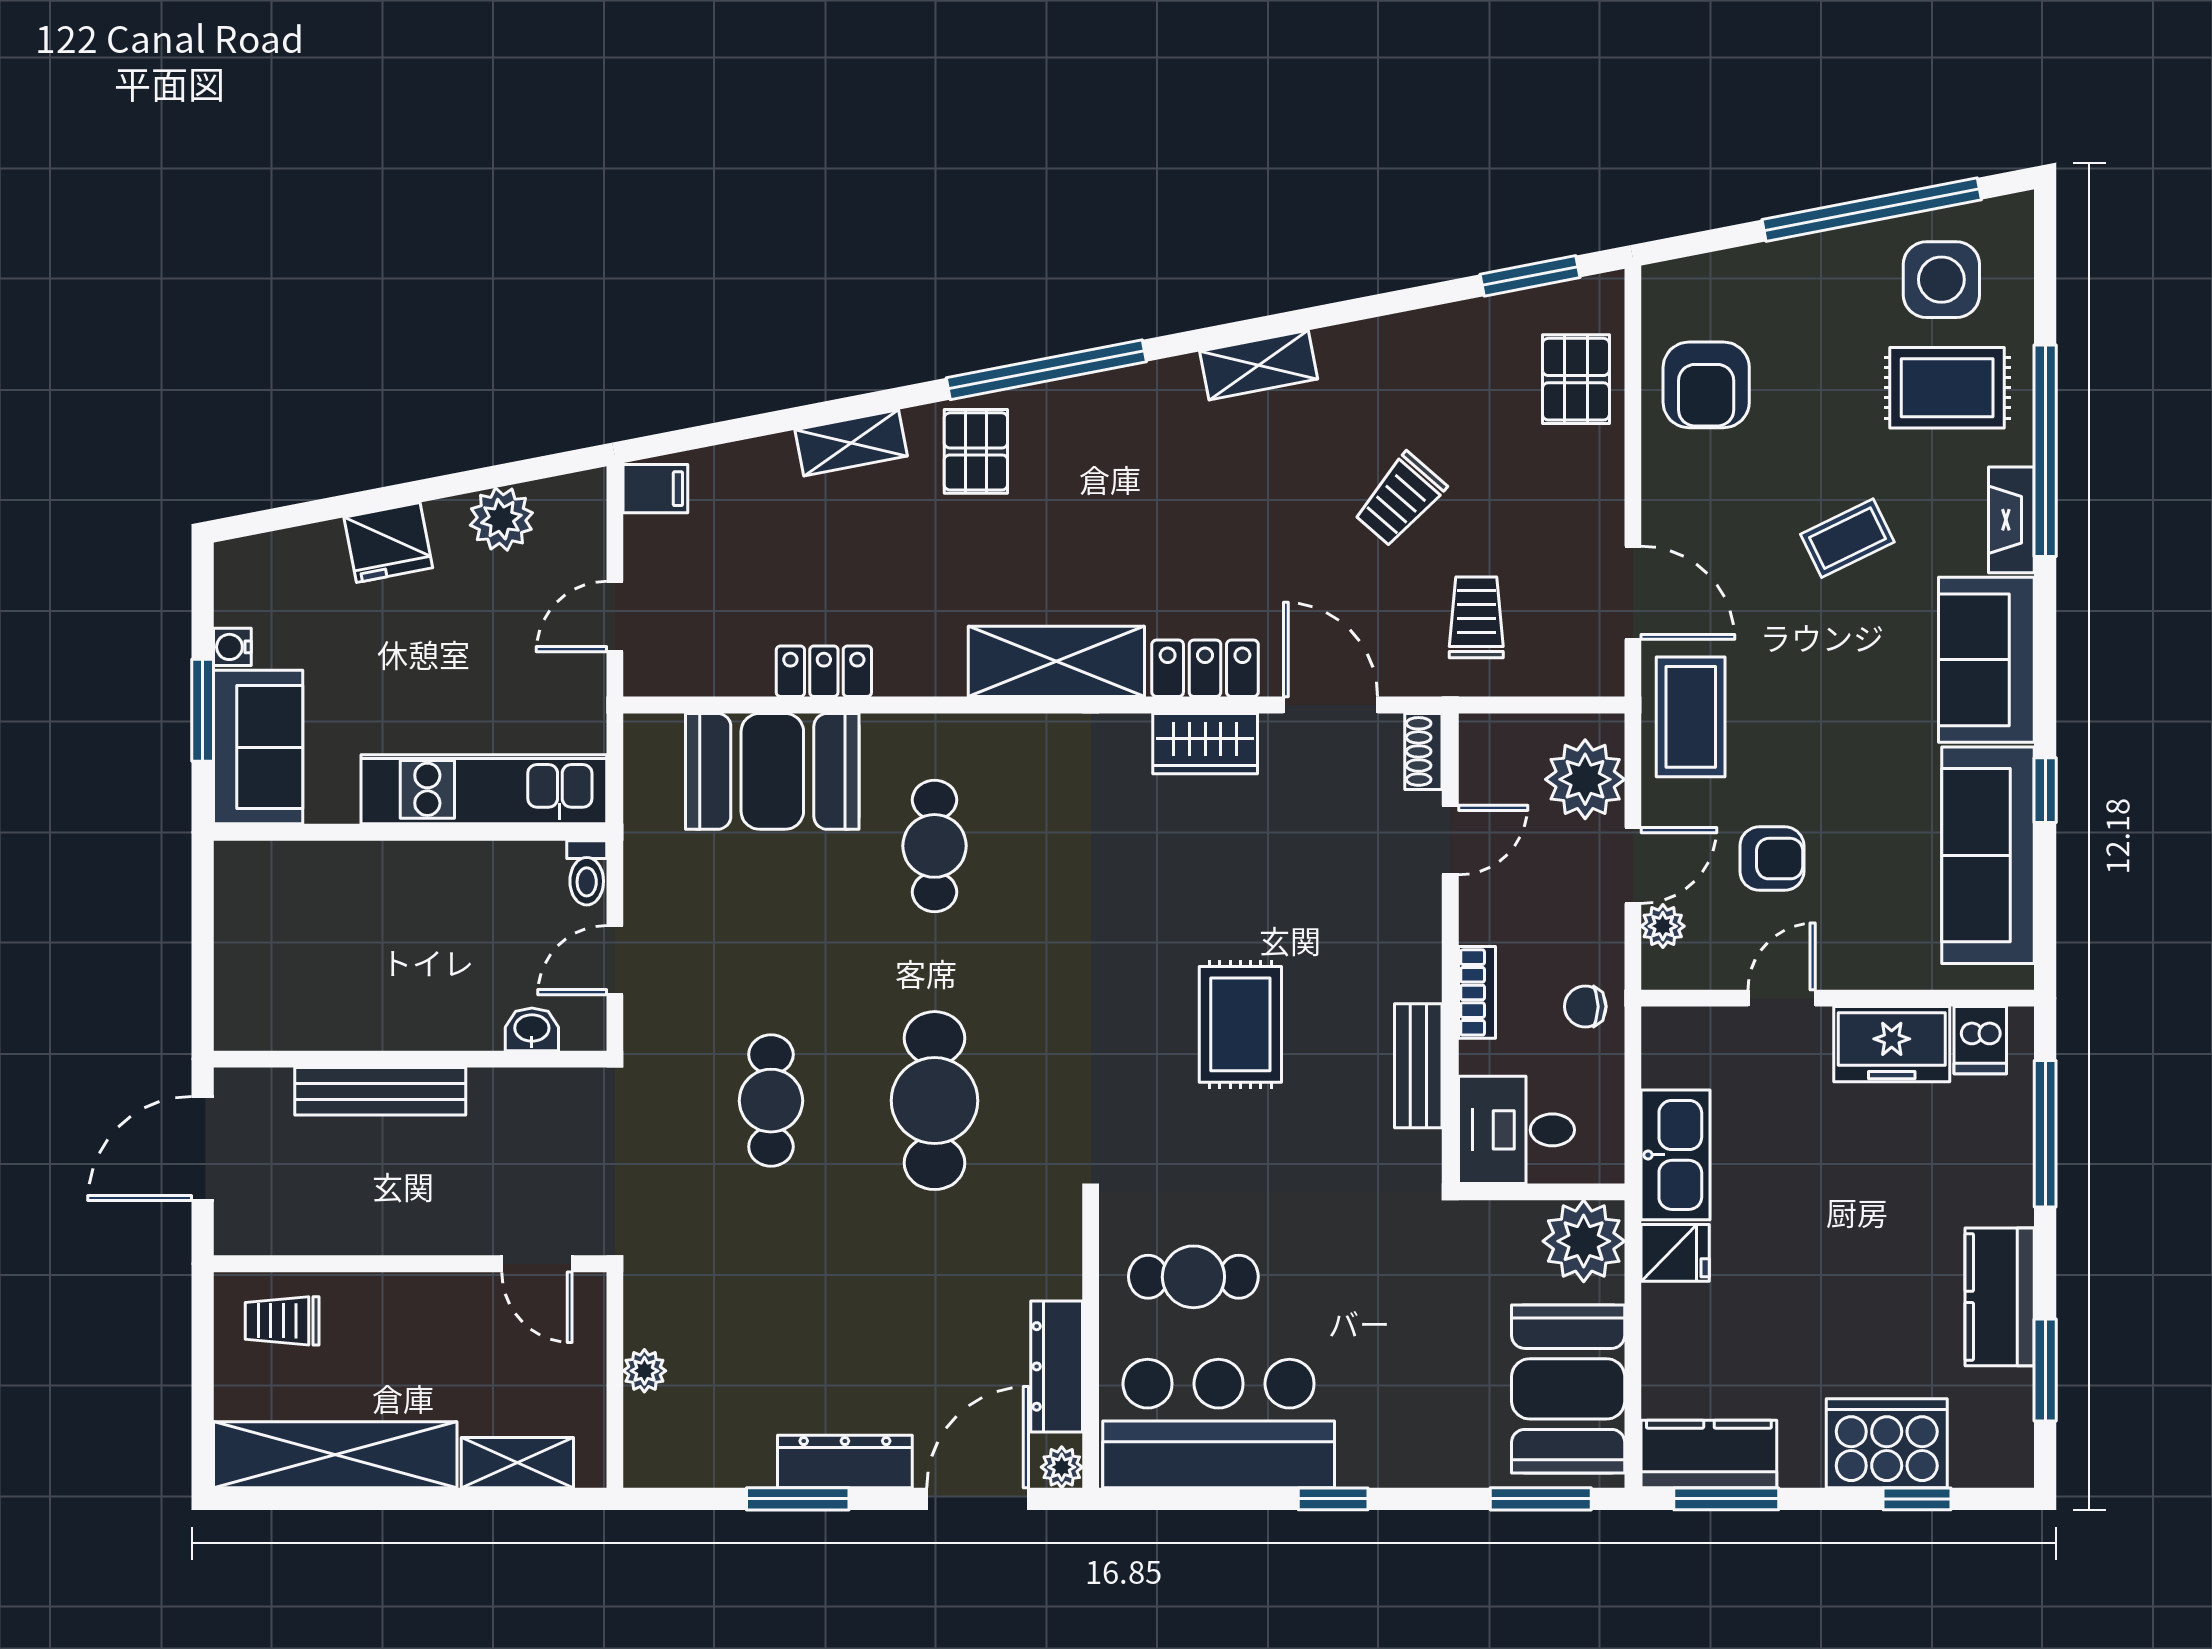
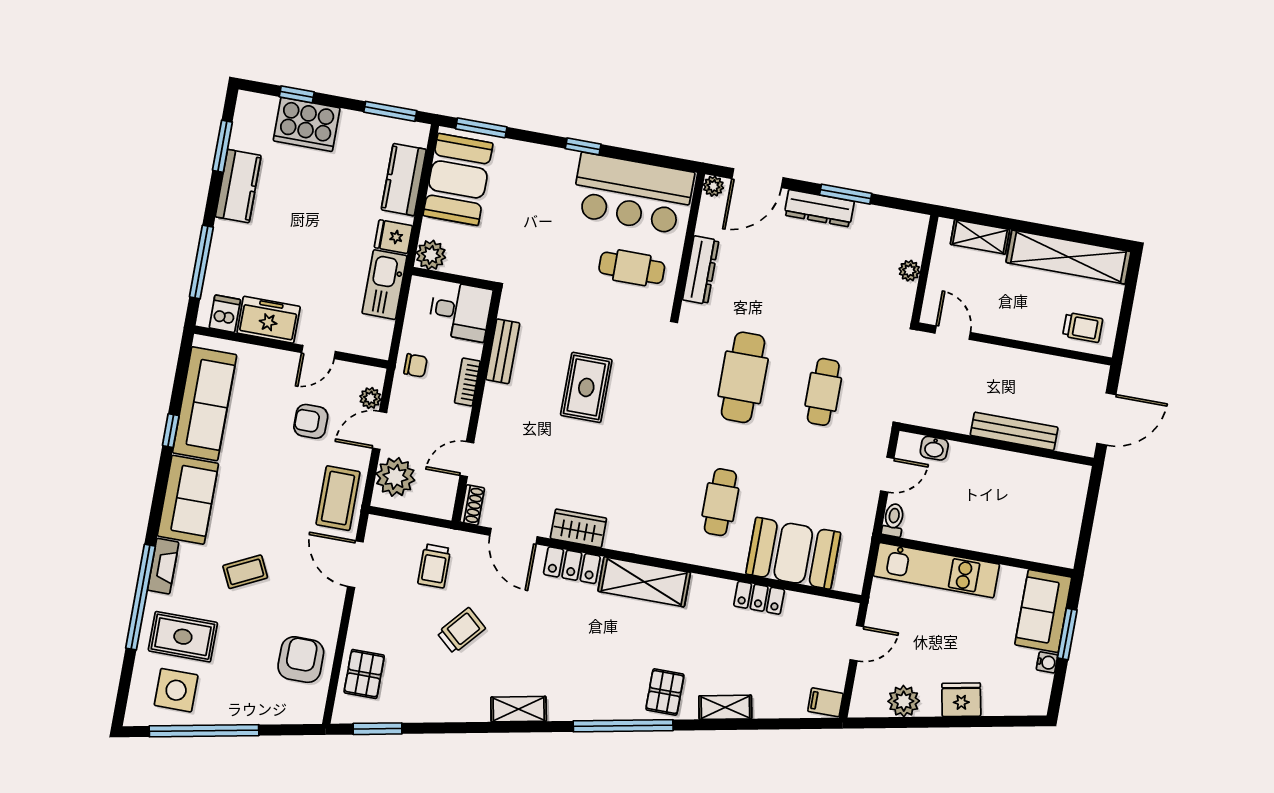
plant: (1584, 1241) -> (431, 255), width x0.73, depth x0.73
dresser: (1057, 1366) -> (701, 270), moved
kitchen counter: (1709, 1454) -> (404, 180), moved, turned 90

